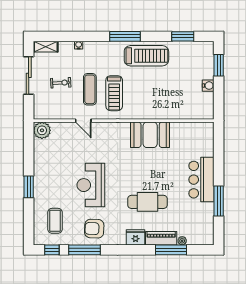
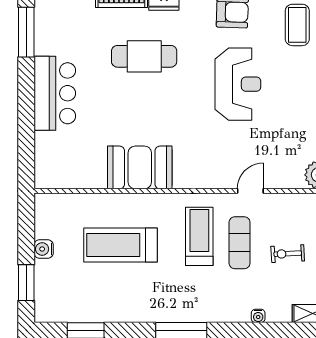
treadmill: (146, 56) -> (121, 245), moved
door: (83, 121) -> (250, 191), hinge flipped
window: (219, 201) -> (26, 32), moved

